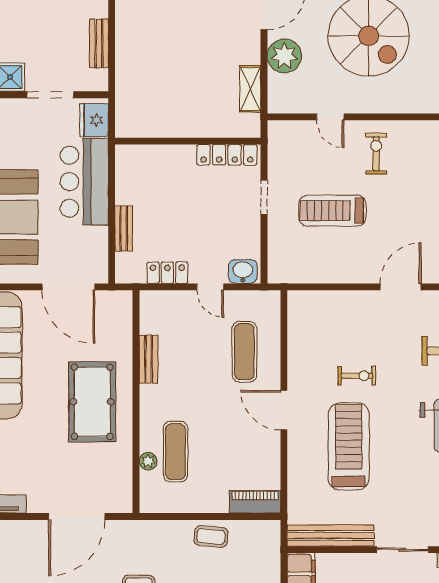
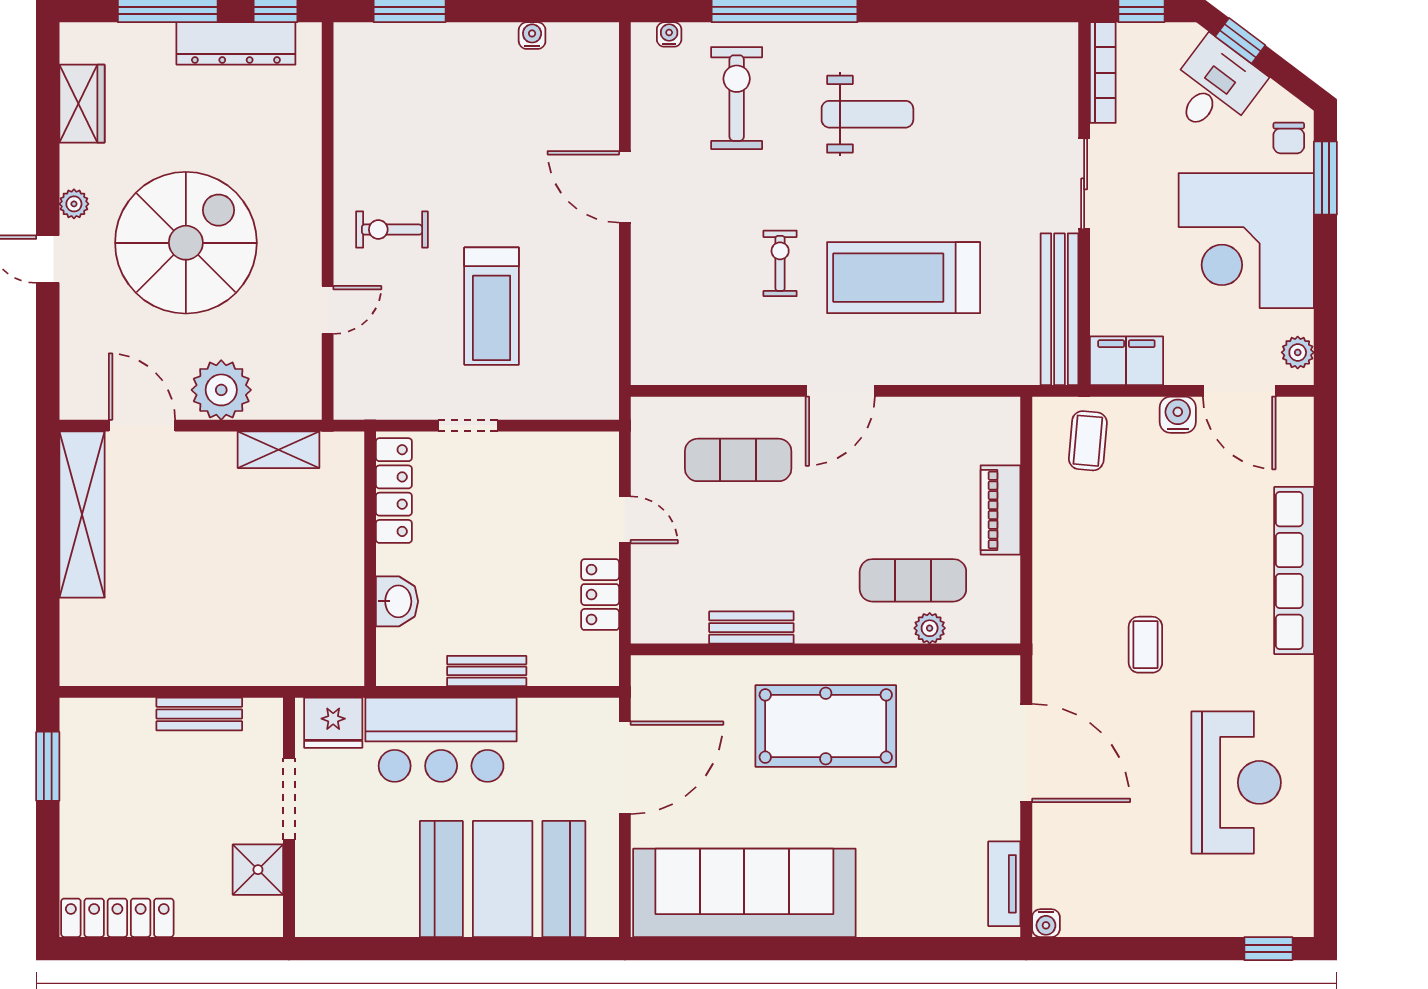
bench: (124, 229) -> (487, 671), moved
washbasin: (243, 271) -> (397, 601), moved, turned 180
door: (210, 287) -> (625, 520), hinge flipped
piano: (255, 502) -> (1000, 510), moved
coffee table: (211, 536) -> (1088, 441), moved

